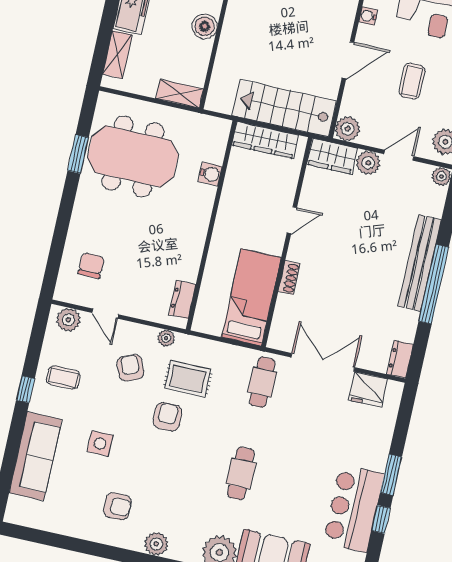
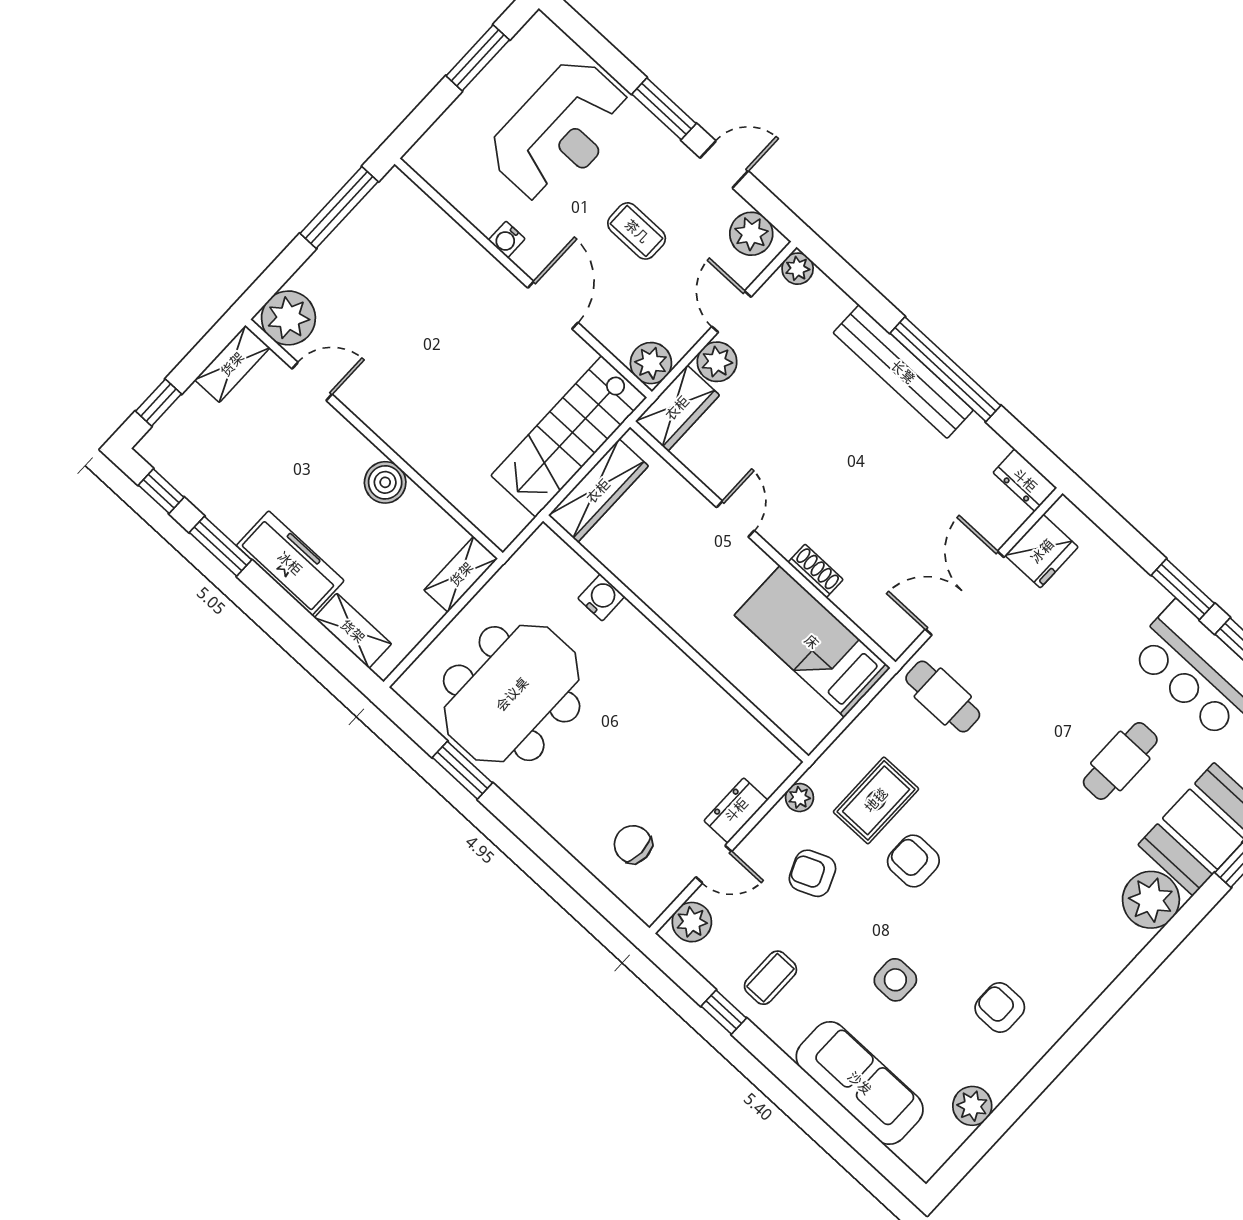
dresser: (182, 299) -> (736, 810), moved, turned 90
window: (25, 389) -> (724, 1012), moved
cafe table: (241, 473) -> (1120, 761), moved, turned 90
armchair: (117, 506) -> (1000, 1008), turned -90
plant: (156, 544) -> (972, 1106), moved

